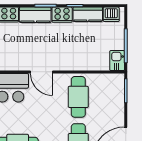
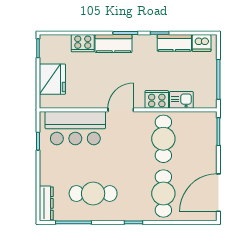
cooker: (62, 15) -> (157, 99), moved, turned 180
kitchen sink: (117, 61) -> (181, 100), moved, turned 90
door: (41, 72) -> (121, 110), swing flipped

